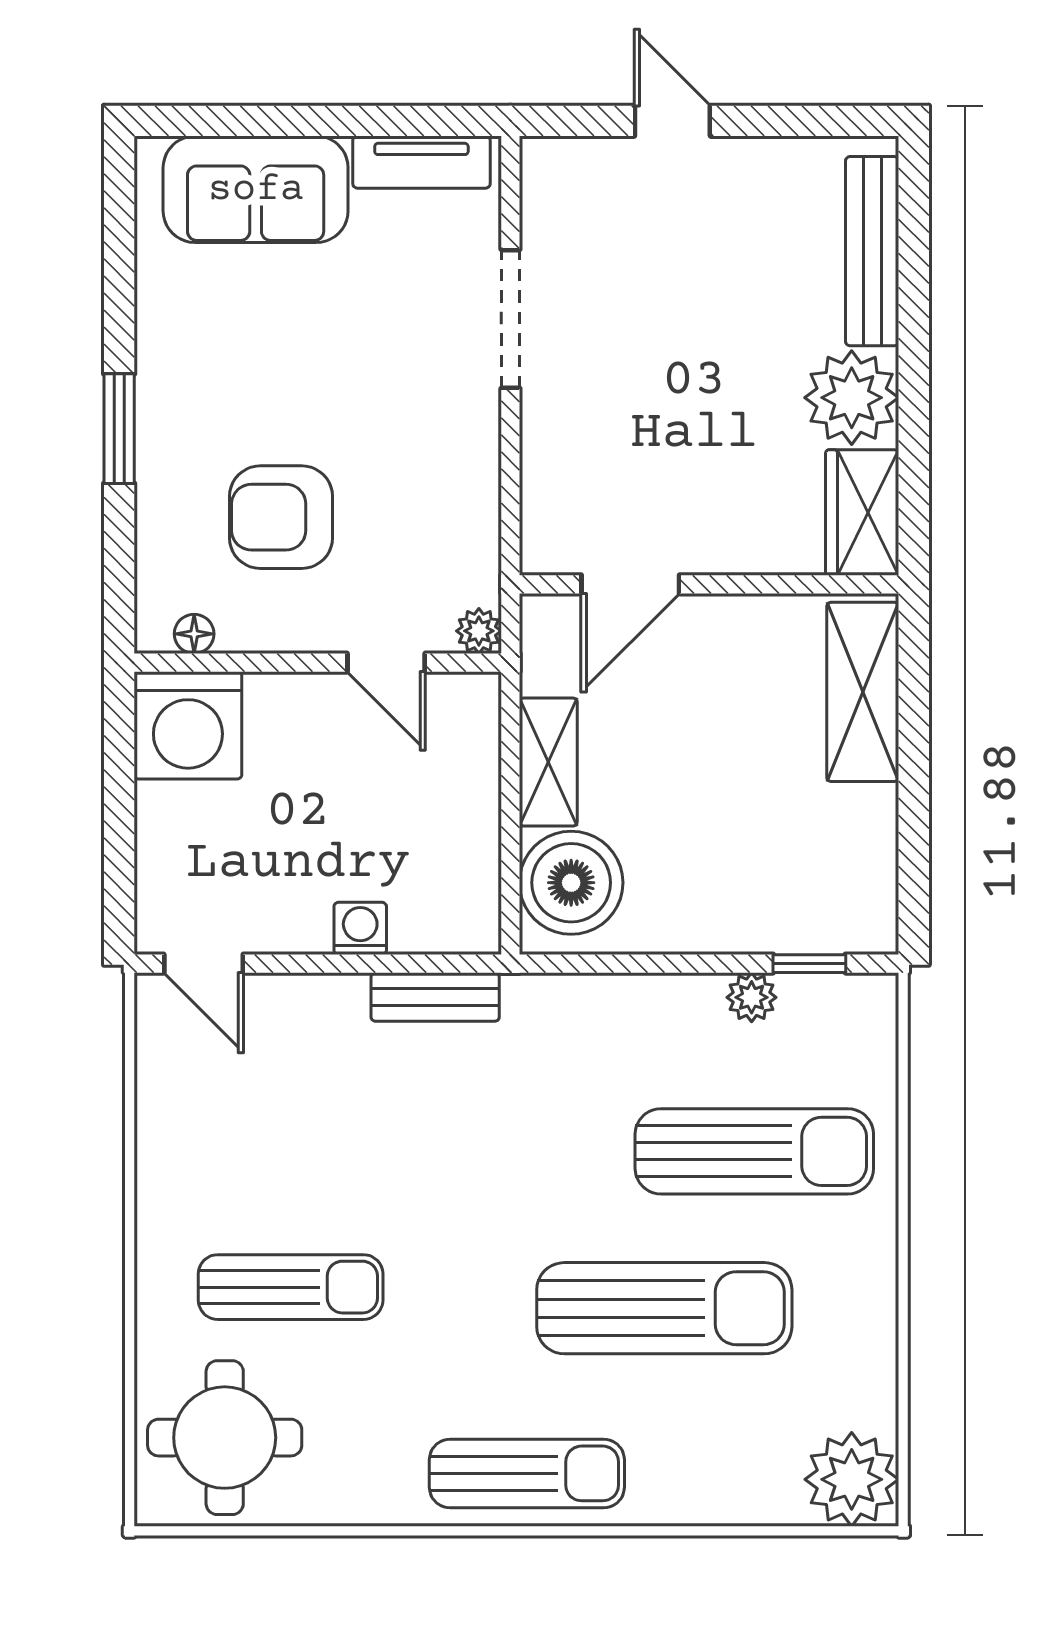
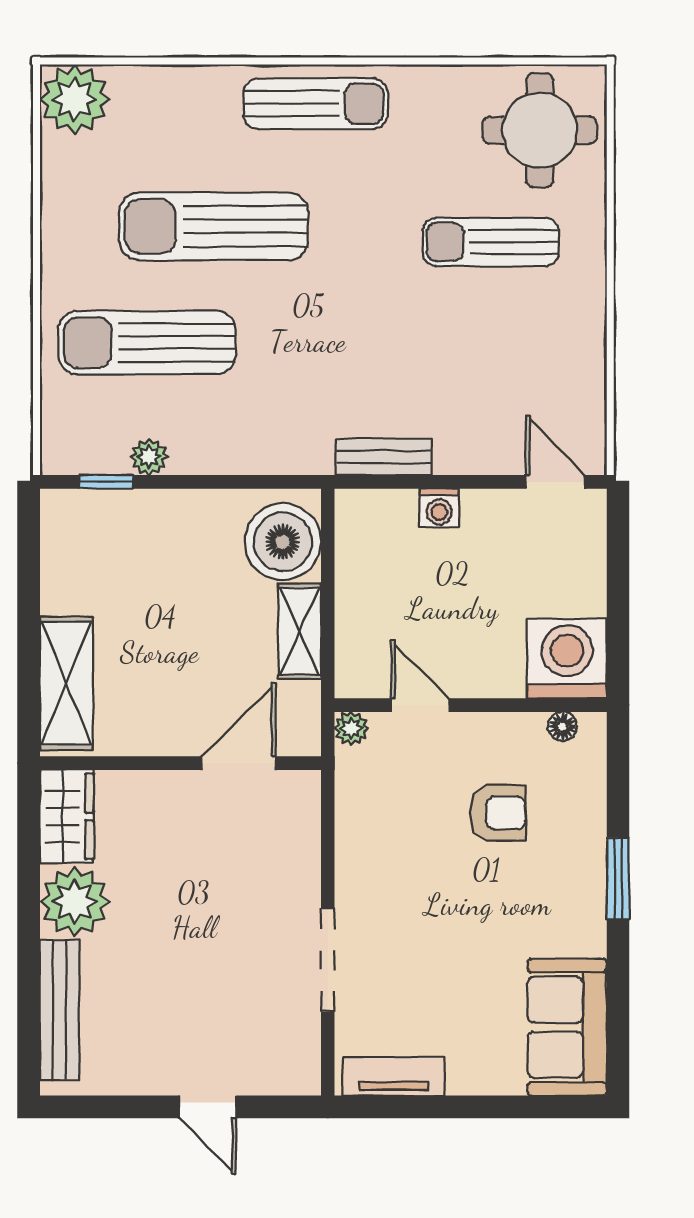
sofa: (256, 189) -> (567, 1027), moved, turned -90
armchair: (281, 517) -> (498, 813), width x0.72, depth x0.72
sun lounger: (527, 1473) -> (316, 104), turned 180

